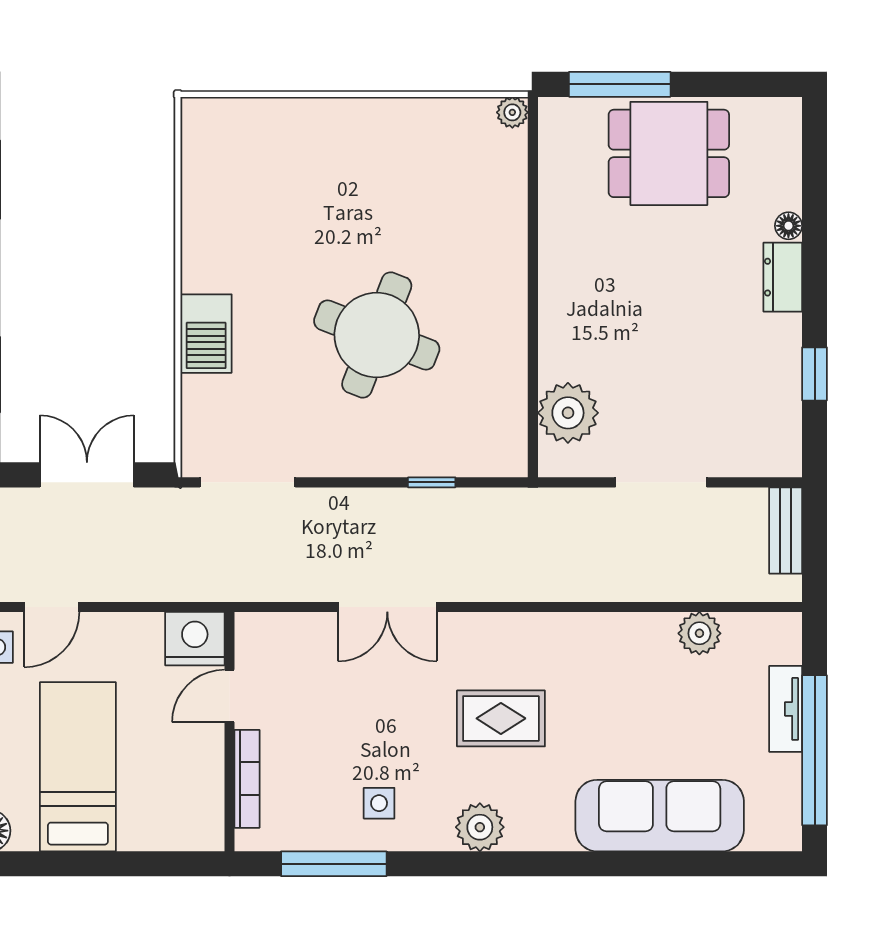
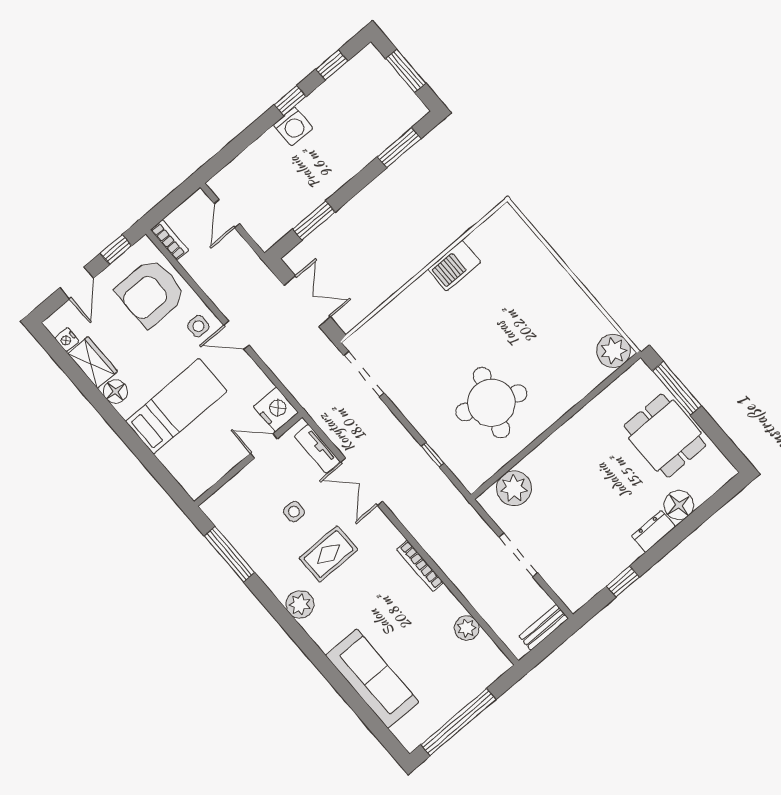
plant: (512, 112) -> (613, 351), width x1.88, depth x1.88
floor lamp: (788, 226) -> (679, 505), width x1.89, depth x1.89
barbecue: (206, 334) -> (454, 266), moved
round table: (377, 335) -> (491, 403), moved
tv unit: (786, 709) -> (317, 449), moved, turned -90
rug: (501, 718) -> (328, 554), moved, turned 90
bookcase: (247, 779) -> (420, 566), moved, turned 90
side table: (379, 803) -> (294, 512), moved

